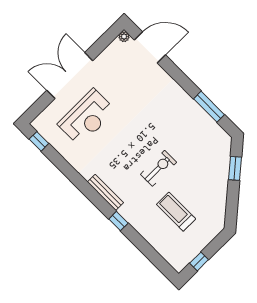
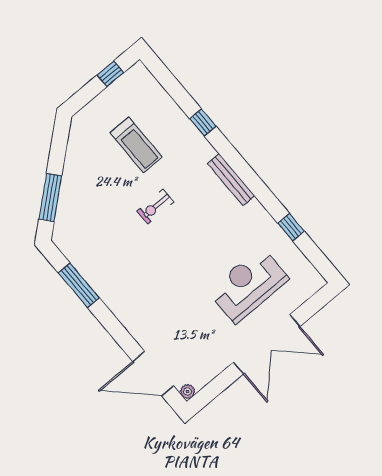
window: (39, 141) -> (291, 227), moved
exercise bike: (159, 168) -> (155, 207), width x0.73, depth x0.72
window: (235, 168) -> (50, 198), width x1.44
window: (118, 221) -> (203, 122), moved

